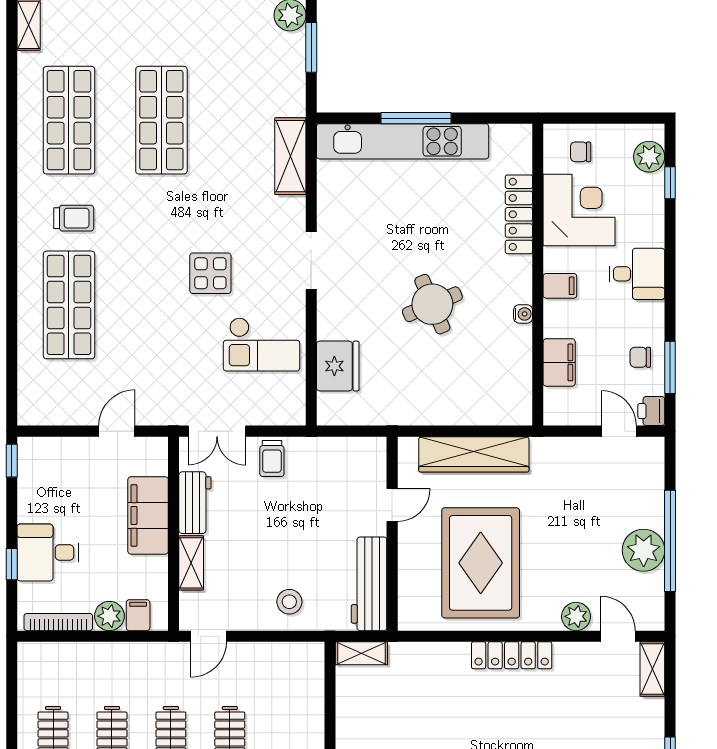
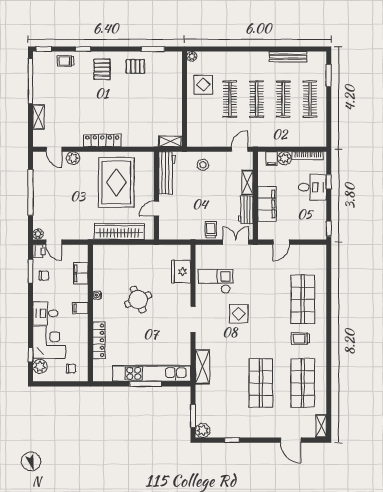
corner desk: (579, 210) -> (49, 342), moved, turned 180
plant: (644, 550) -> (38, 234), moved, width x0.53, depth x0.53
shelving: (652, 669) -> (39, 117), moved

